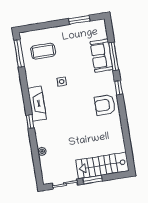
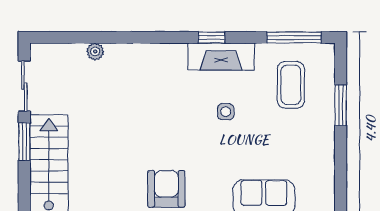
window: (79, 20) -> (341, 105), moved
fireplace: (37, 104) -> (221, 57), moved
window: (30, 122) -> (212, 37), moved

